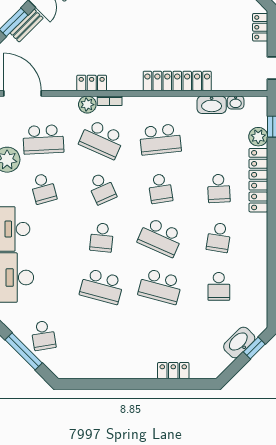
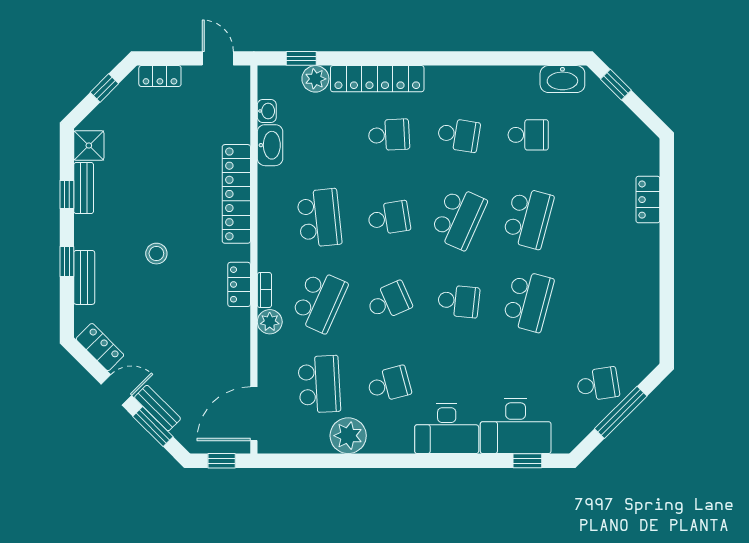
stool: (135, 25) -> (156, 254), added
locker: (92, 83) -> (239, 284), moved
washbasin: (239, 342) -> (562, 79), moved, turned -45

